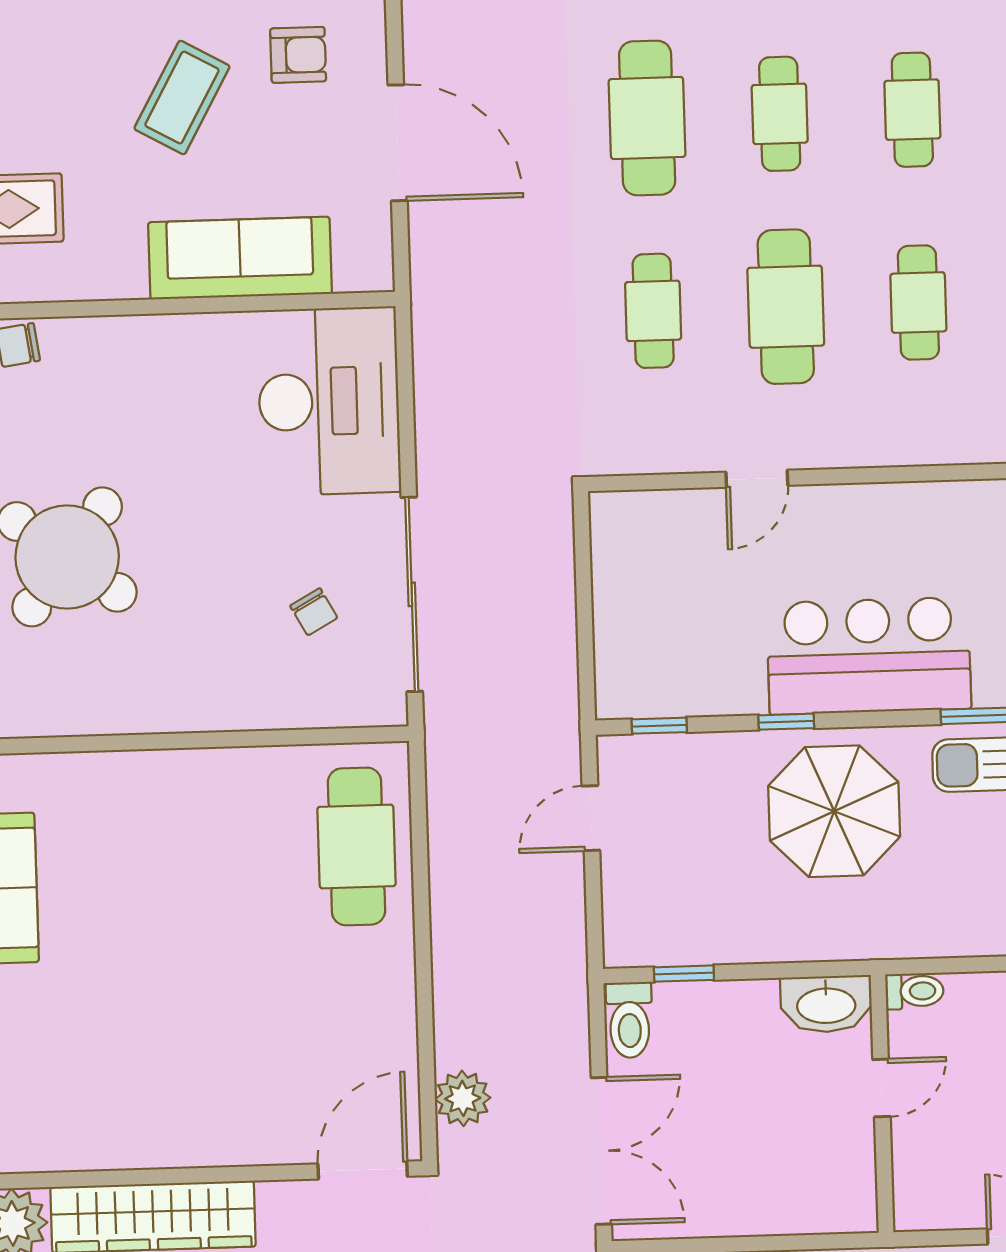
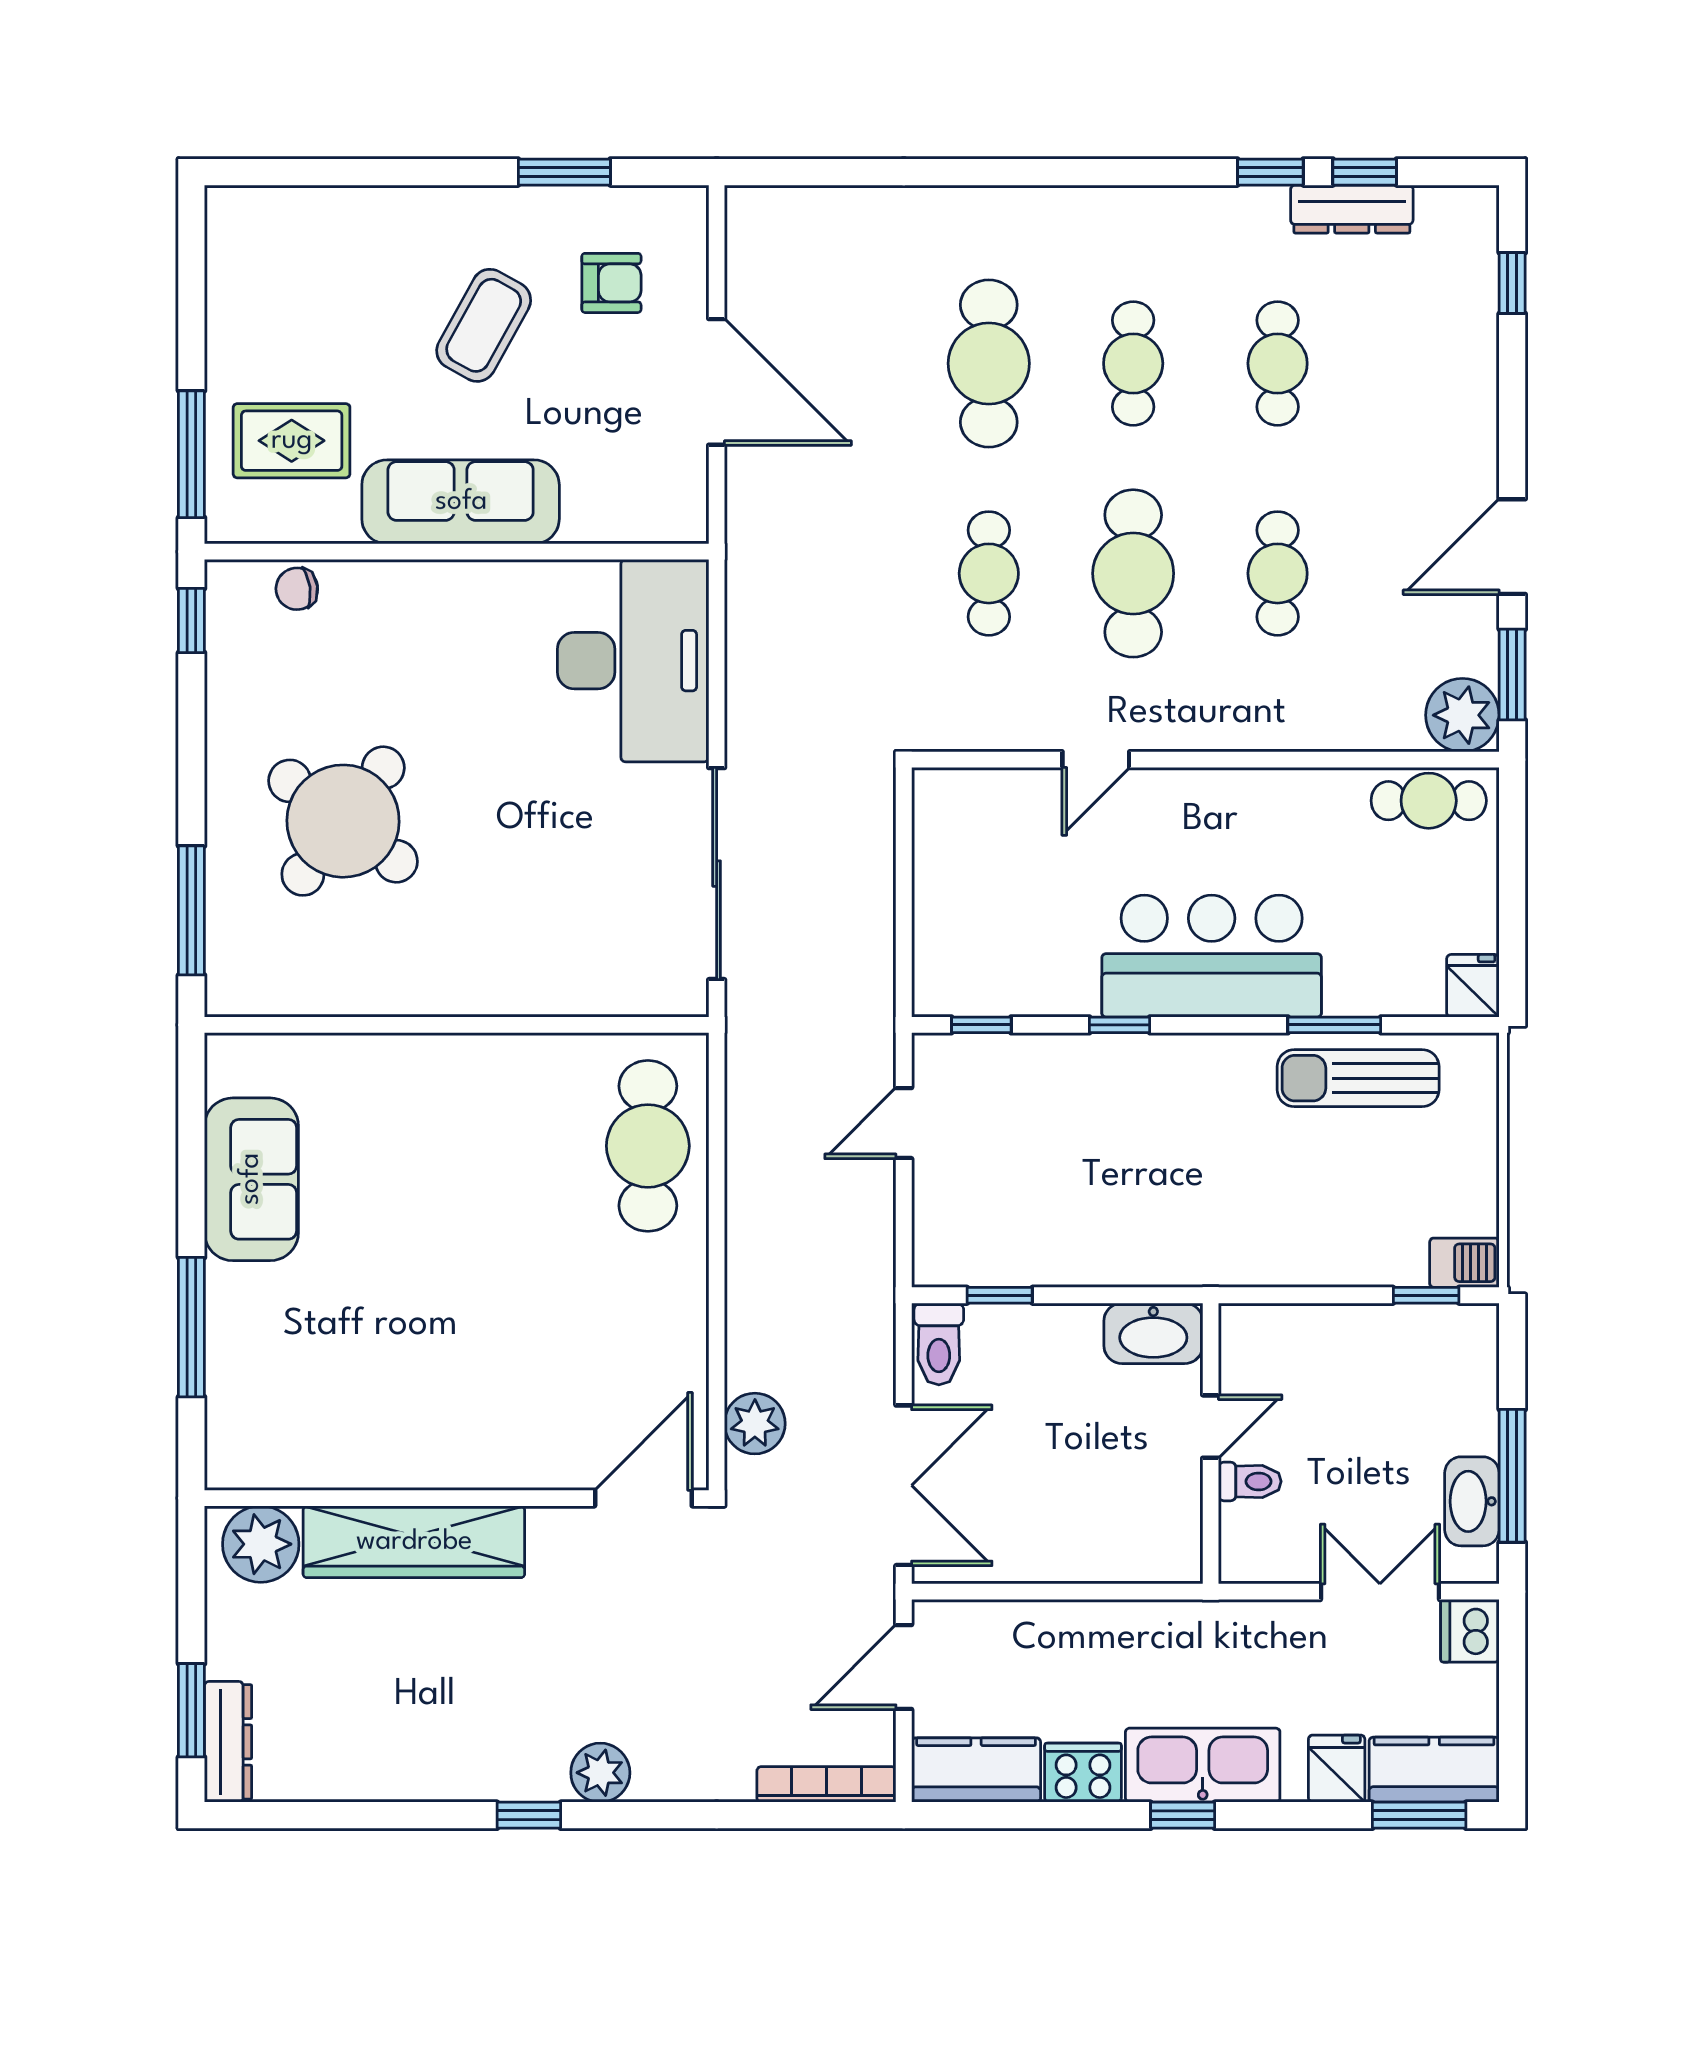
sofa: (240, 258) -> (461, 502), moved
chair: (314, 612) -> (609, 889), removed
parasol: (834, 811) -> (1169, 1124), removed
toilet: (914, 991) -> (1250, 1481), moved

